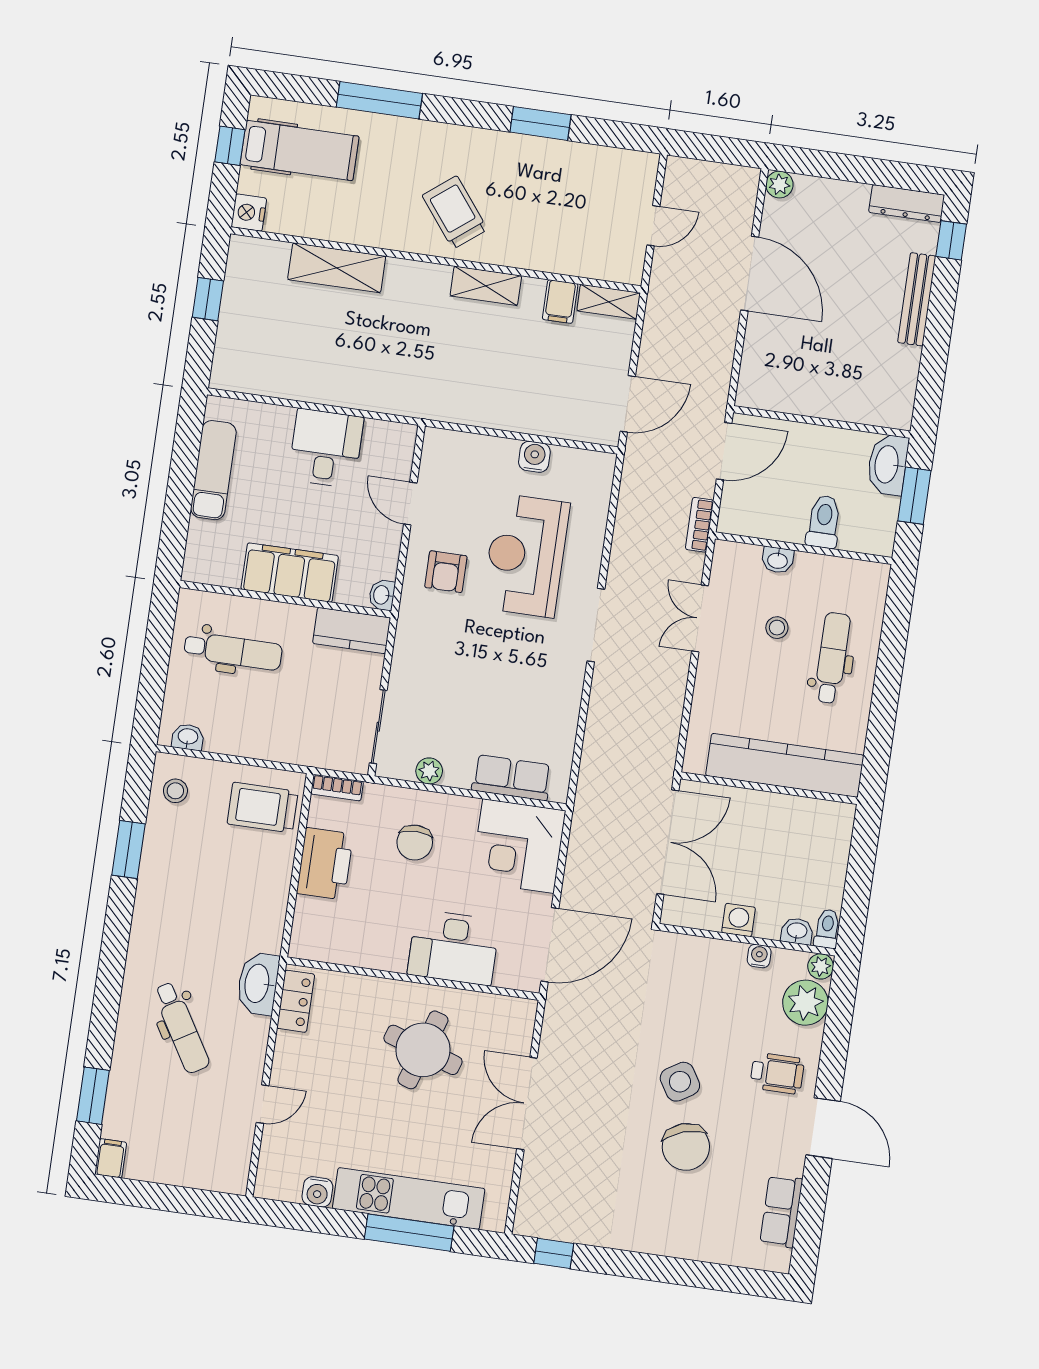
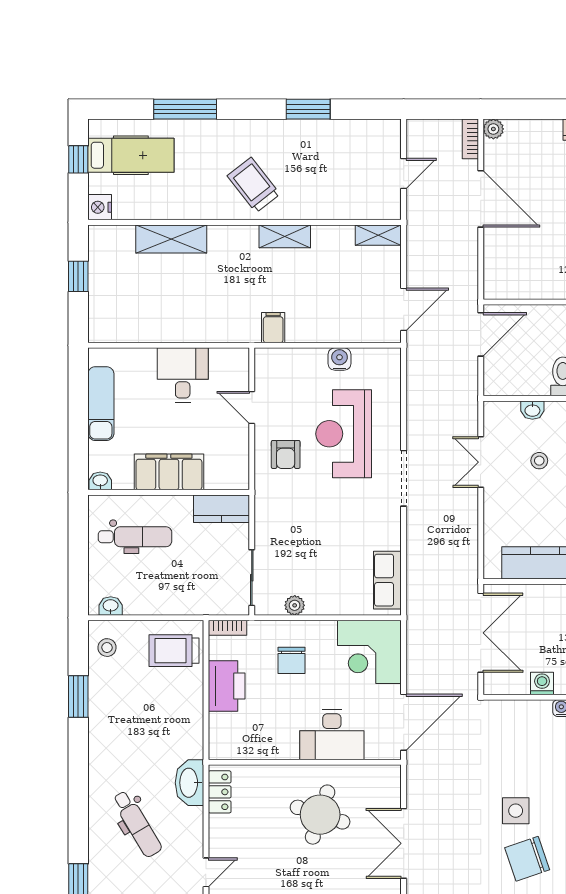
filing cabinet: (560, 302) -> (273, 328), moved, turned 180
bookcase: (700, 525) -> (470, 139), moved
washbasin: (382, 595) -> (100, 481), moved, turned 90
row of seats: (512, 778) -> (387, 580), moved, turned -90
side table: (680, 1082) -> (516, 811), turned 32
chair: (686, 1147) -> (527, 859), turned 89

